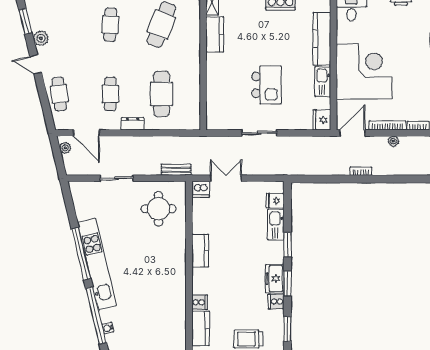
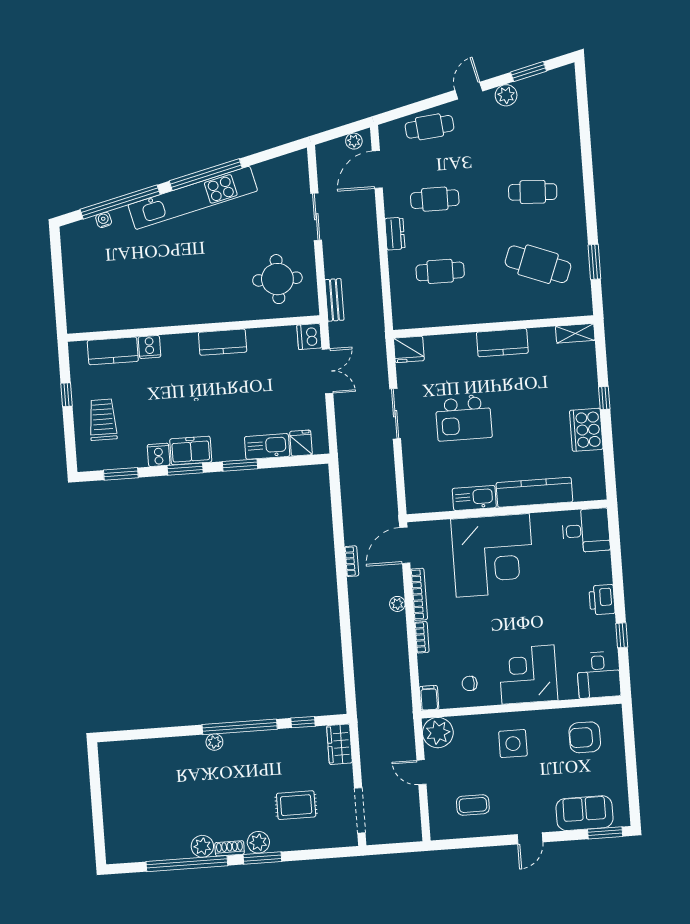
kitchen counter: (215, 34) -> (502, 343), moved
cafe table: (161, 94) -> (440, 271), width x0.73, depth x0.74
fridge: (322, 120) -> (409, 349), moved, turned 180
door: (352, 133) -> (405, 545), swing flipped

